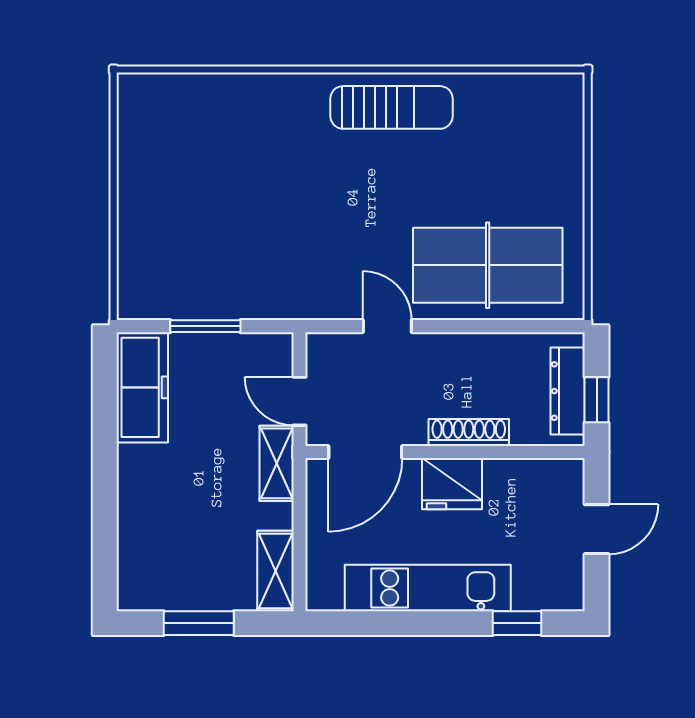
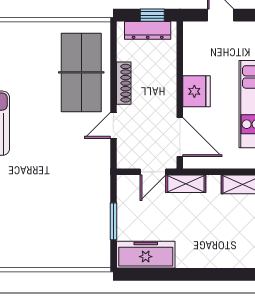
shoe rack: (469, 432) -> (124, 83), moved, turned 180

